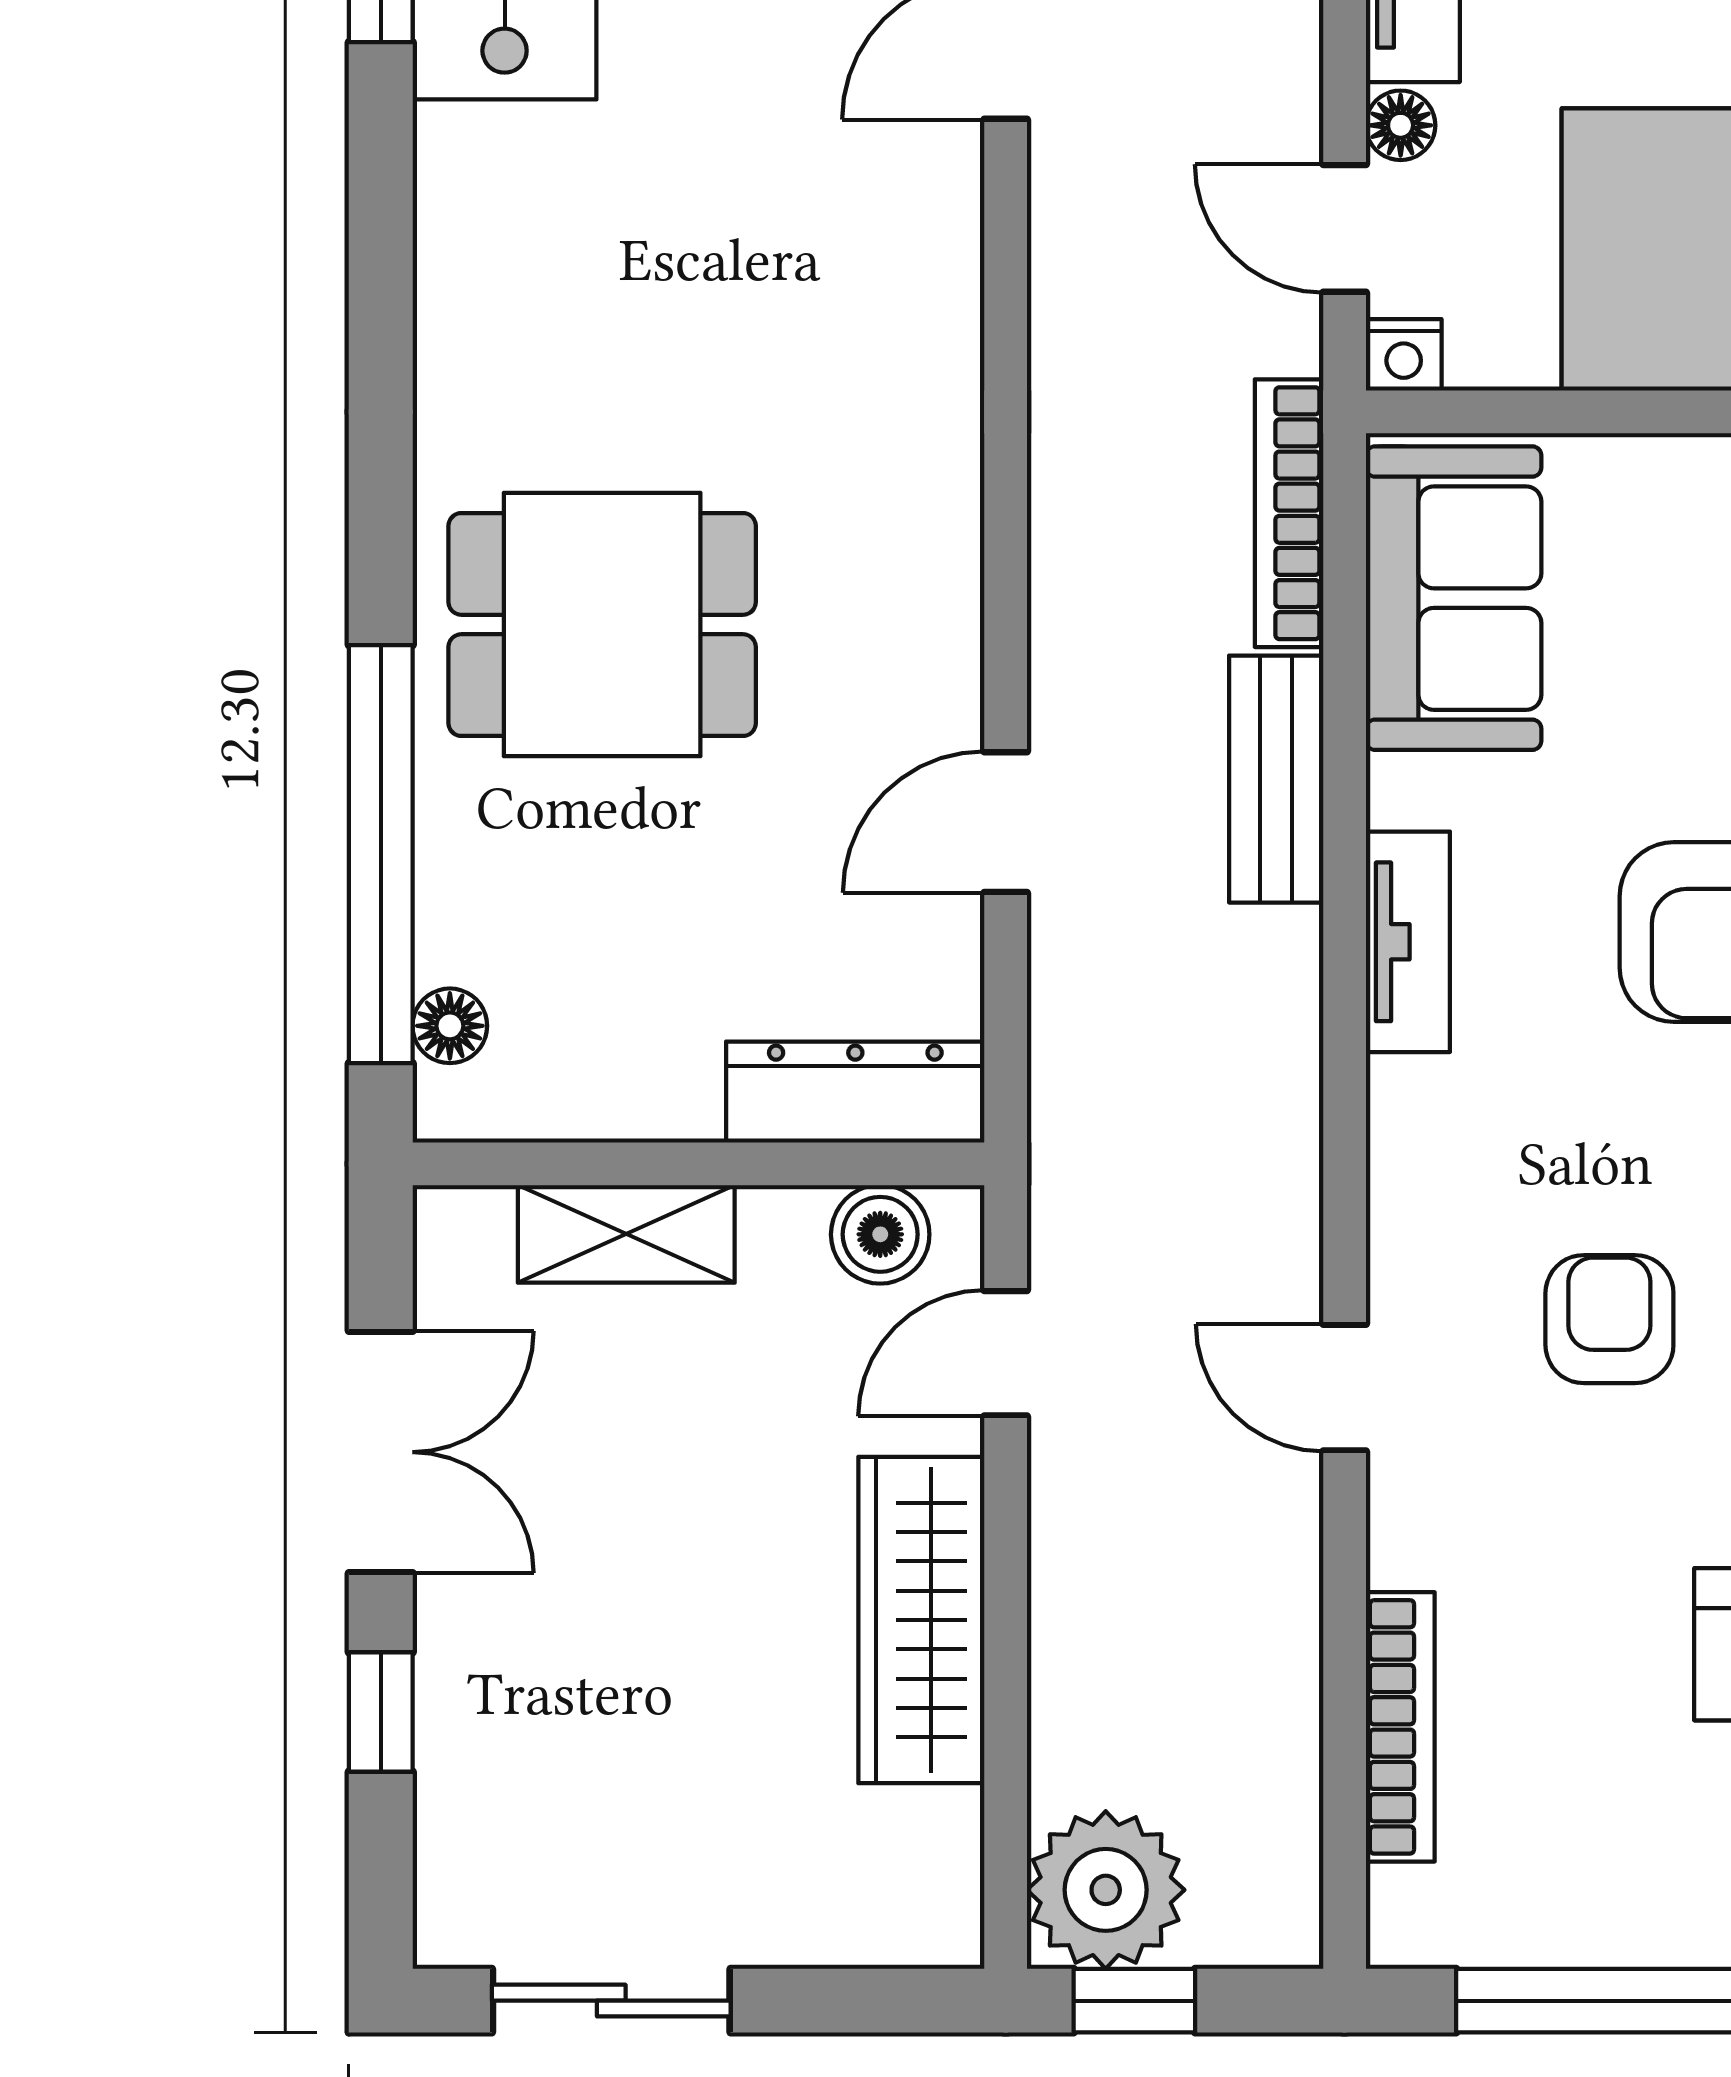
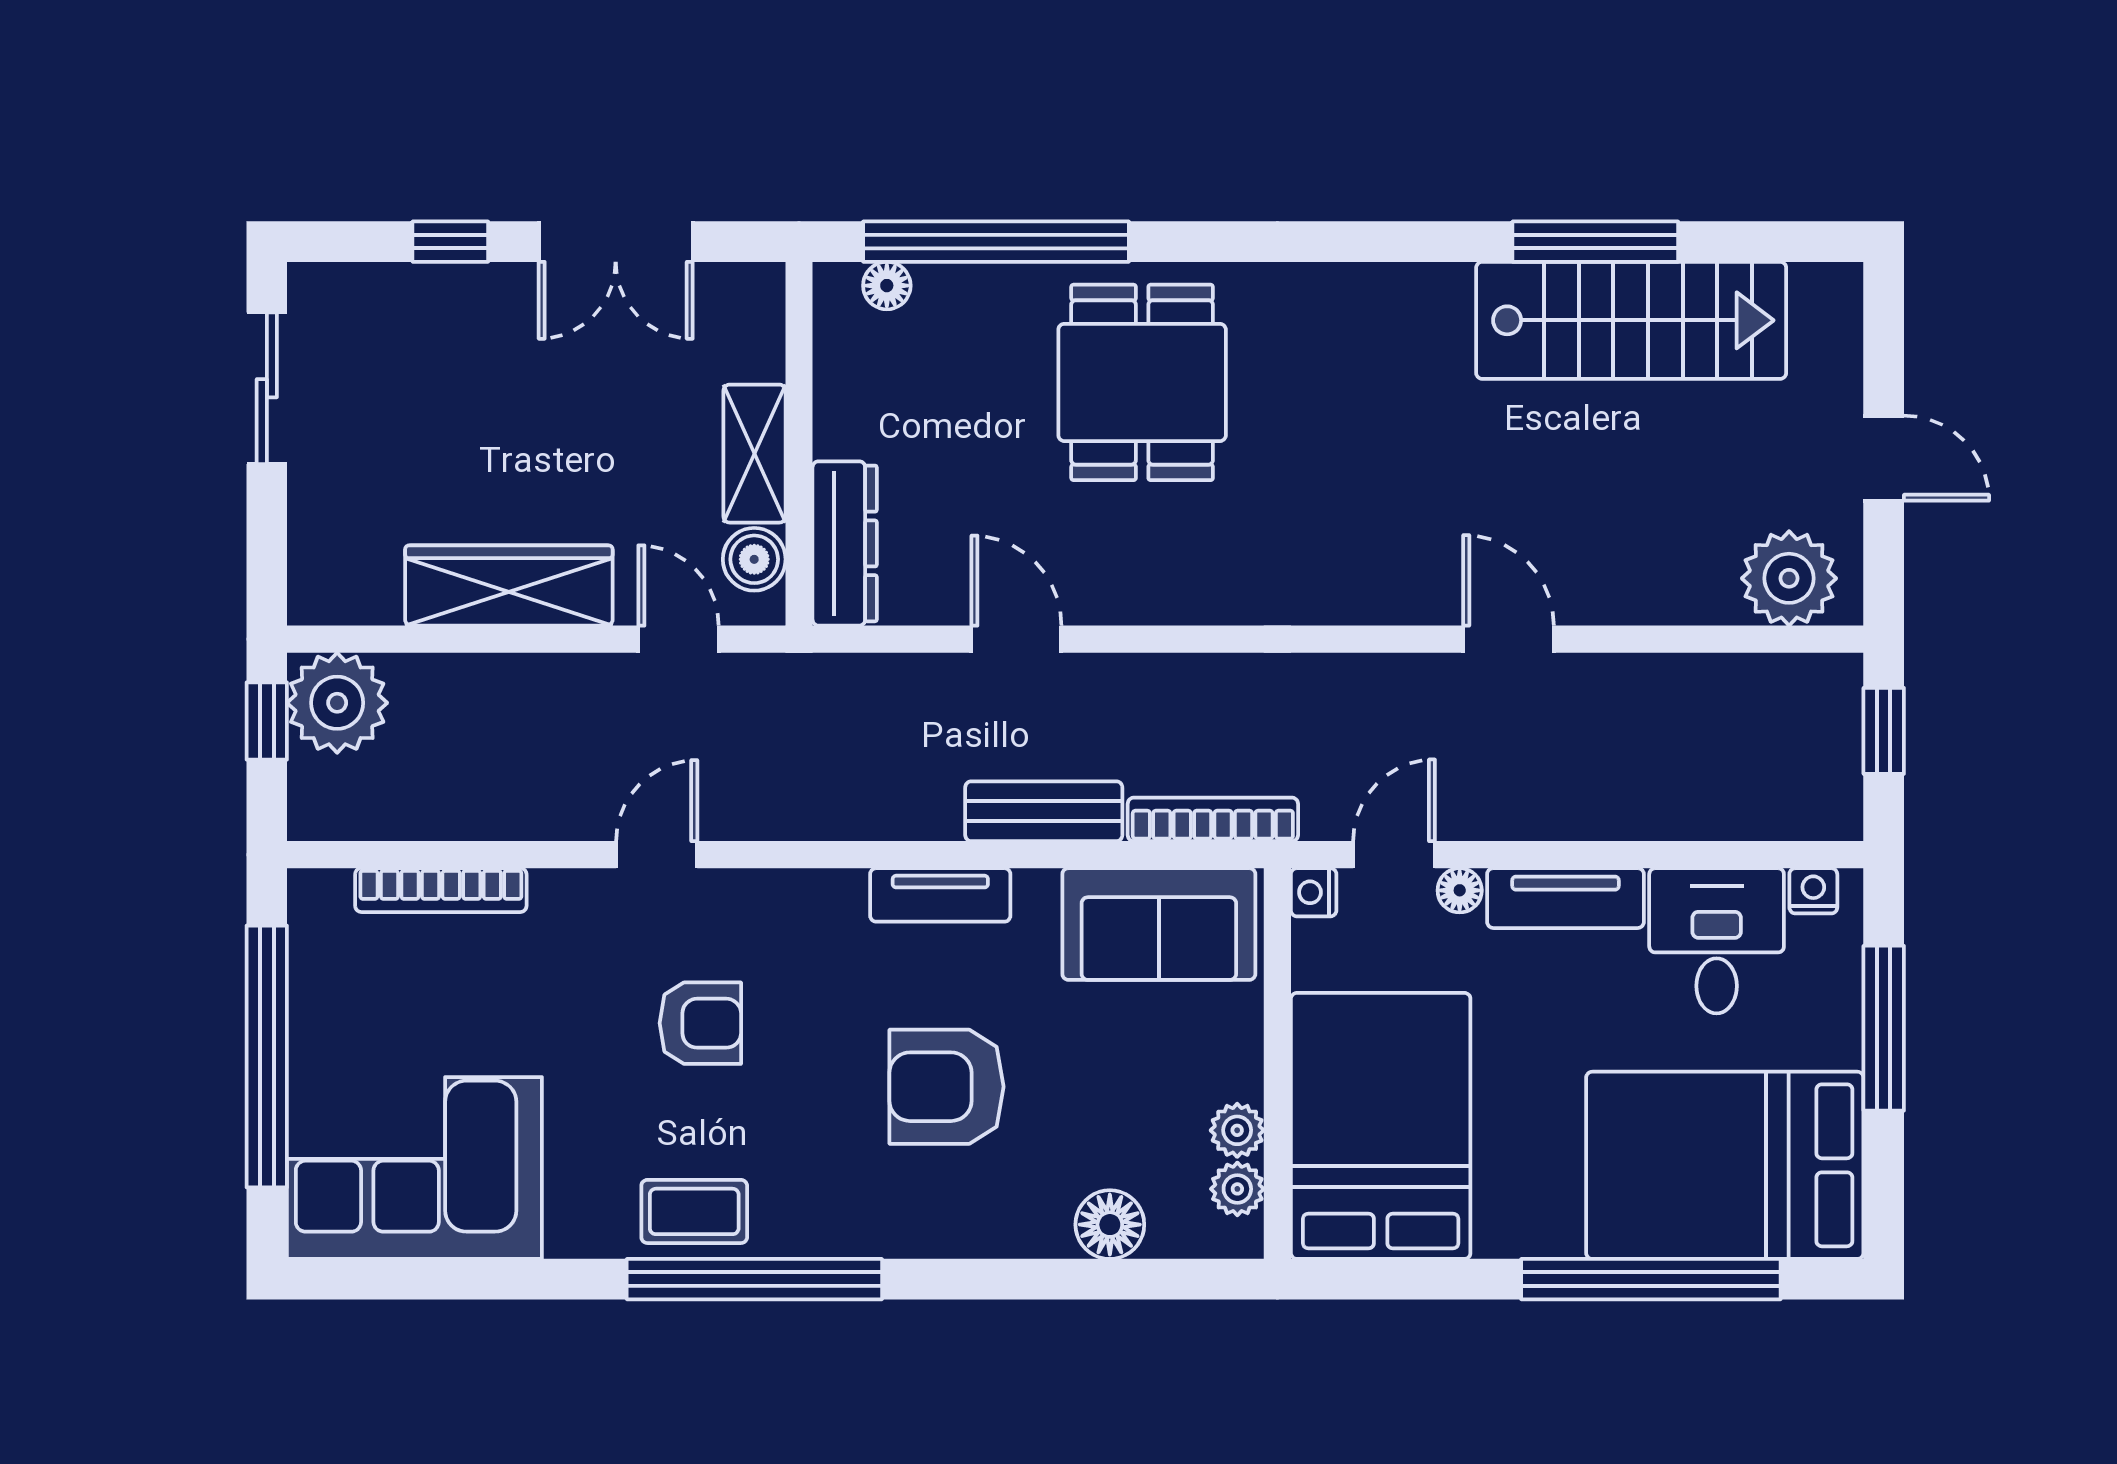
shelving: (626, 1234) -> (754, 454), moved

